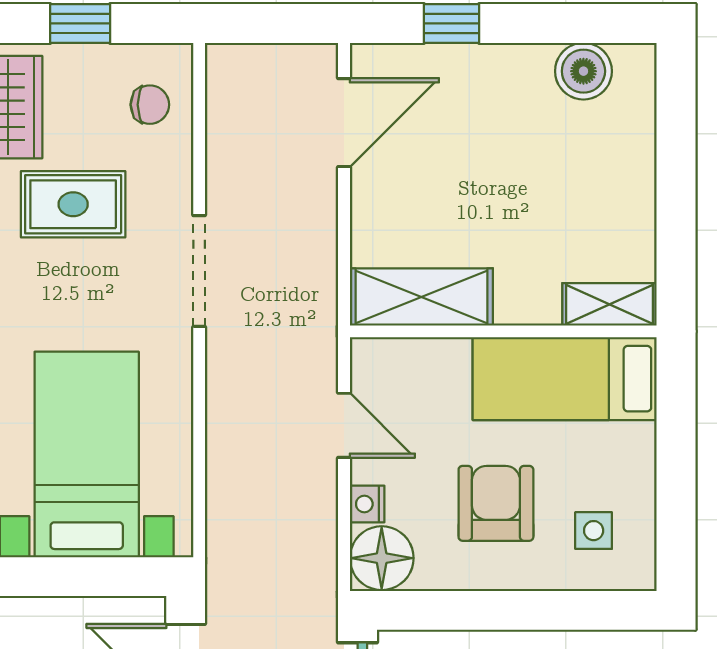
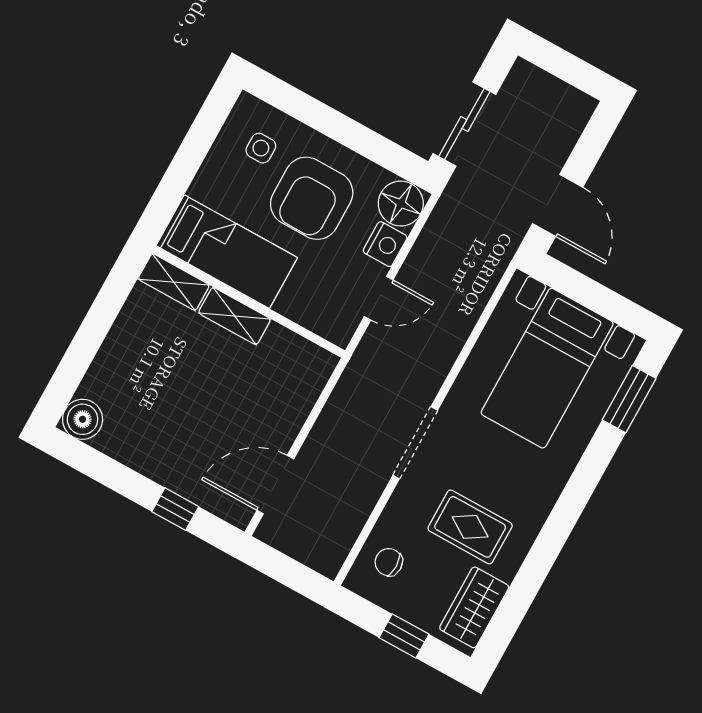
boiler: (583, 71) -> (83, 419), moved
shelving: (421, 297) -> (235, 316), moved, width x0.67, depth x0.75
door: (344, 425) -> (379, 298), swing flipped
armchair: (496, 503) -> (312, 198), width x1.36, depth x1.36
nightstand: (367, 504) -> (385, 244), width x1.39, depth x1.35

